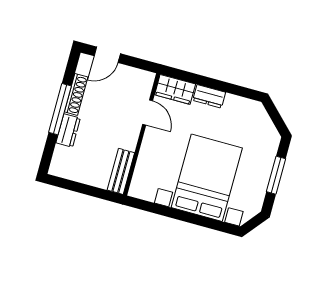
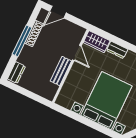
dresser: (68, 130) -> (16, 73), moved
bench: (121, 171) -> (61, 71), moved

